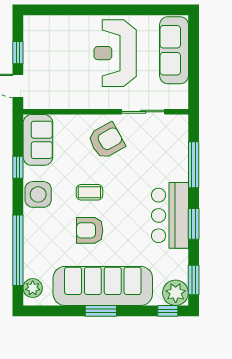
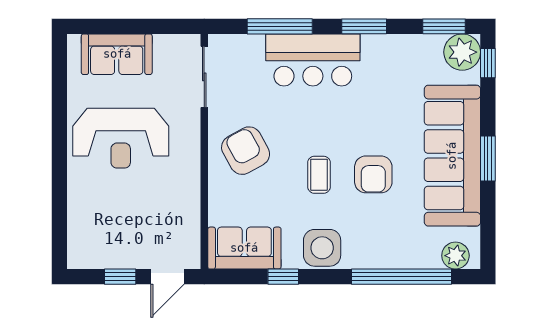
sofa: (174, 50) -> (117, 54), width x0.73
sliding door: (143, 112) -> (204, 77), moved
bar counter: (170, 215) -> (313, 60), moved

